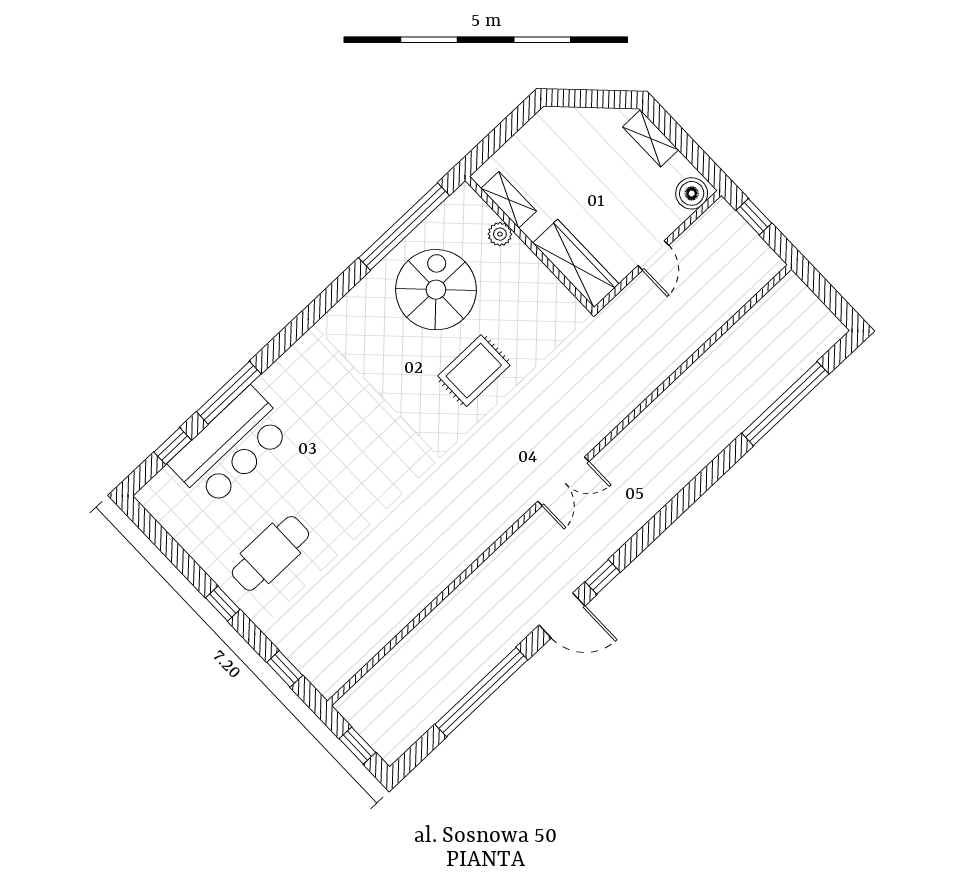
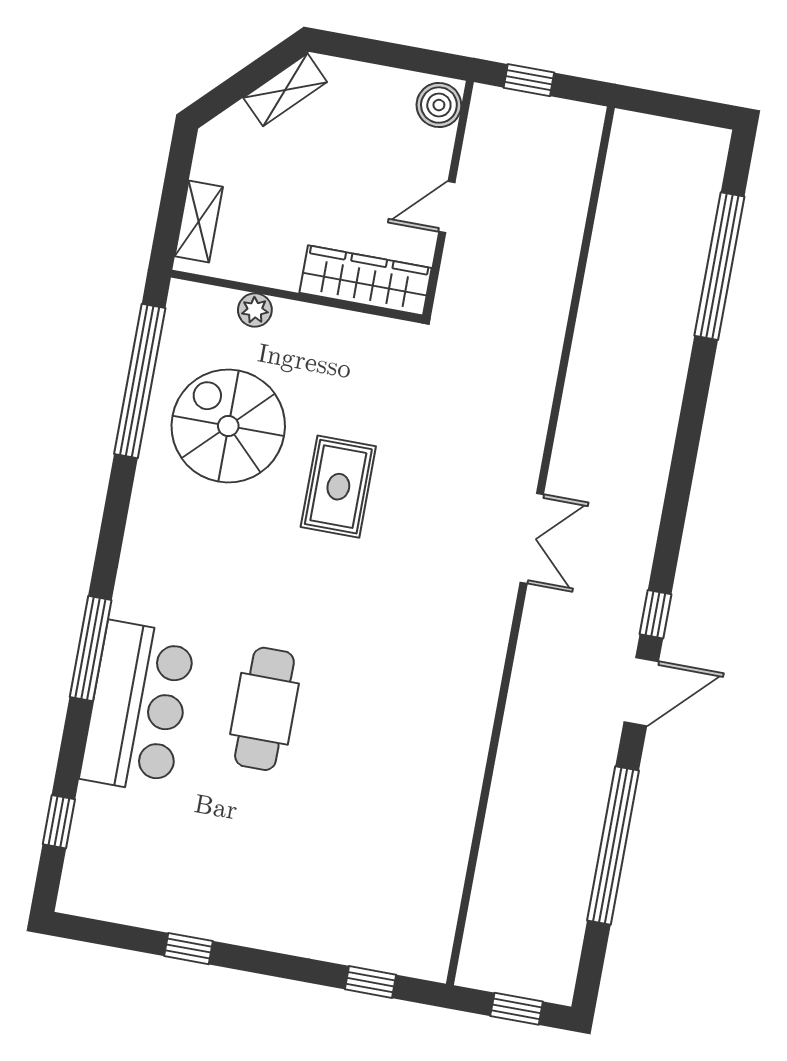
shelving: (651, 138) -> (285, 90), moved, turned -45
shelving: (509, 200) -> (199, 222), moved, turned 90
door: (653, 255) -> (447, 207), swing flipped
window: (229, 393) -> (91, 649), moved
bar counter: (231, 447) -> (138, 707), moved
cafe table: (270, 553) -> (264, 709), moved
window: (223, 604) -> (189, 949), moved

